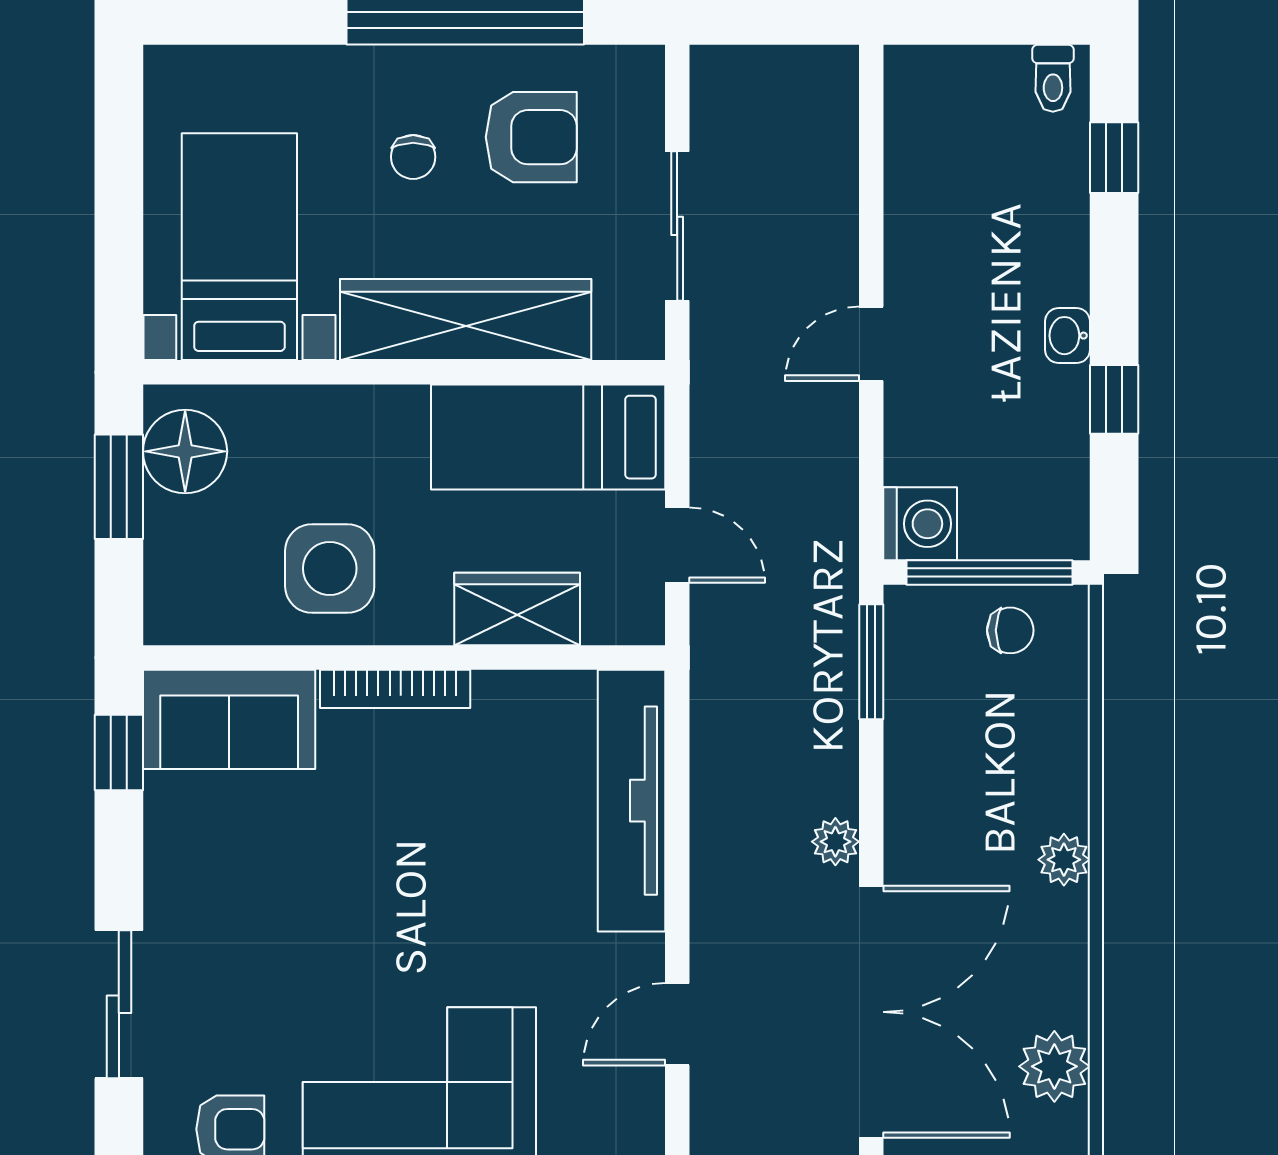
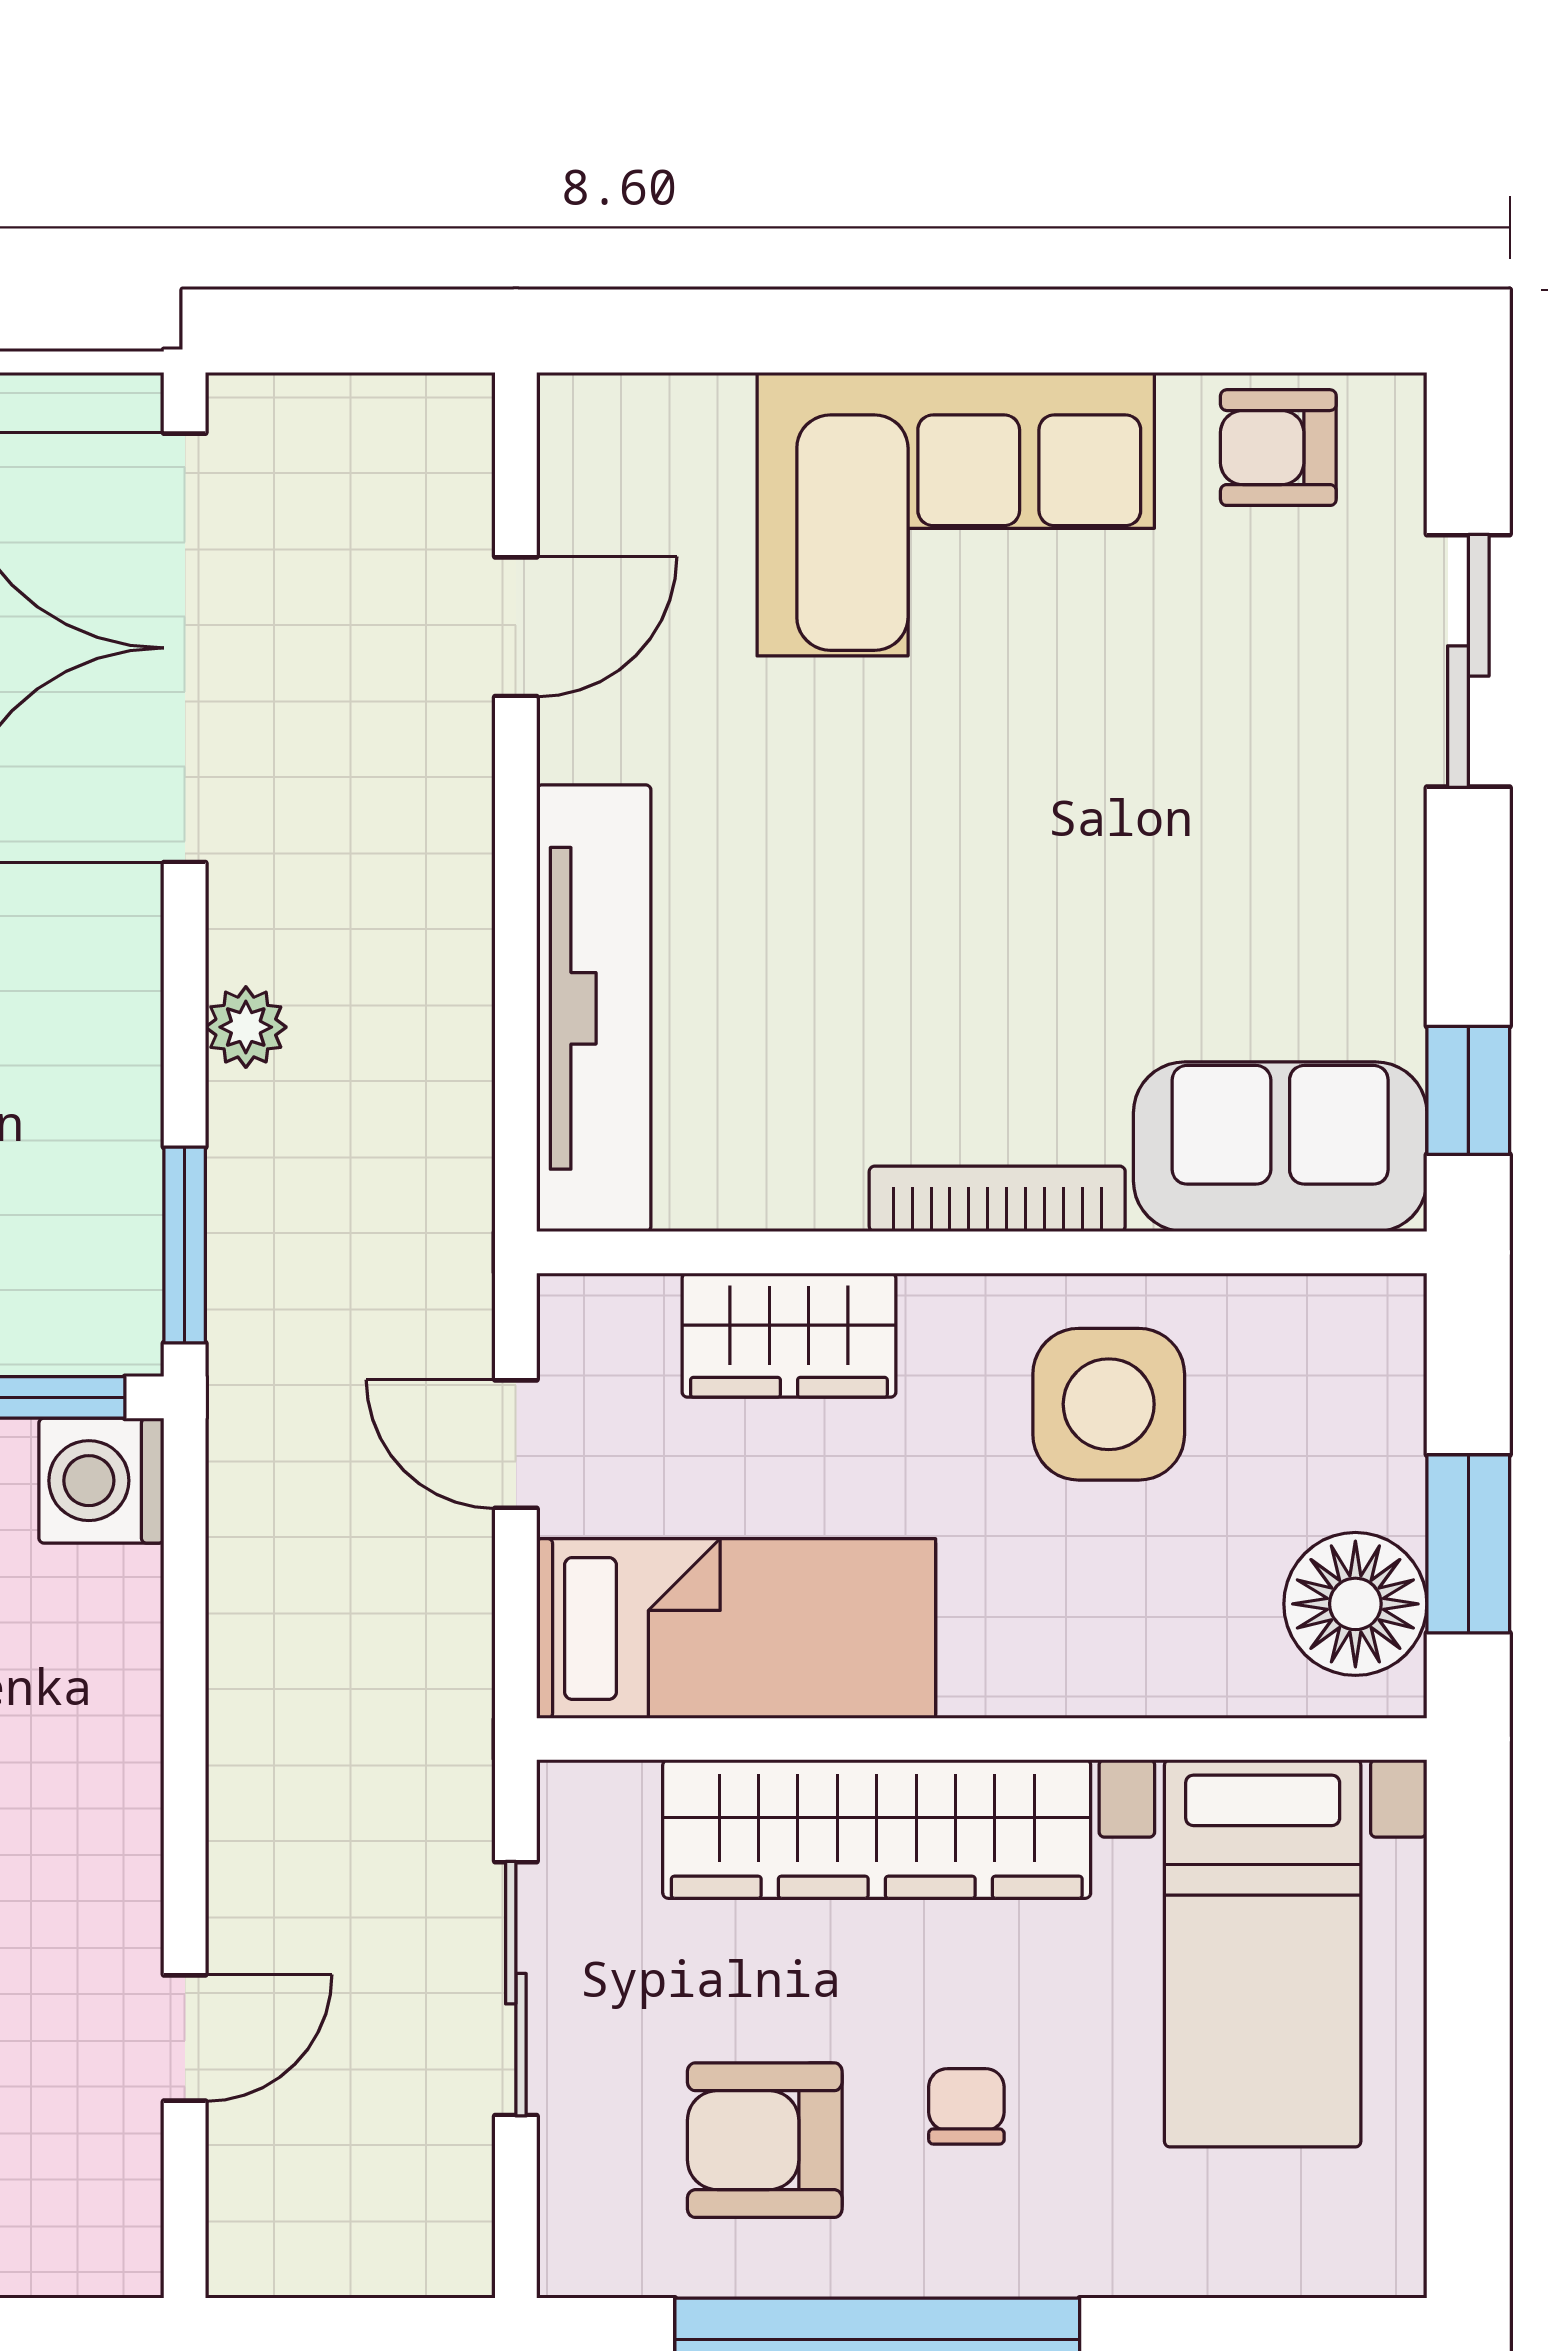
door: (871, 344) -> (185, 2038), moved
plant: (835, 842) -> (246, 1027), moved

